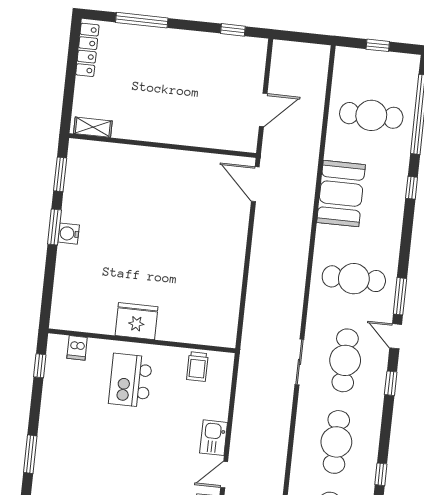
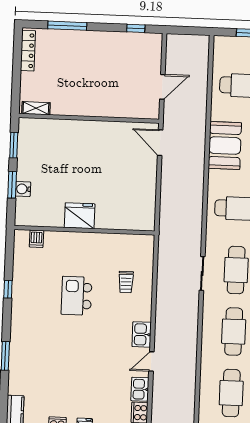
fridge: (137, 321) -> (80, 216), moved
wall: (142, 341) -> (84, 230), moved
dishwasher: (77, 348) -> (36, 239), moved

